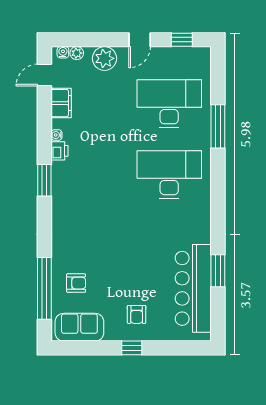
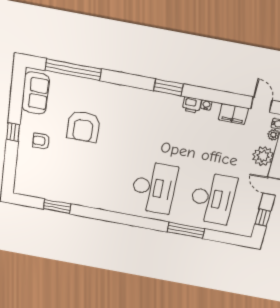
window: (218, 271) -> (57, 206), moved
armchair: (76, 283) -> (83, 127), moved, width x1.88, depth x1.88
bar counter: (193, 288) -> (57, 188), removed

